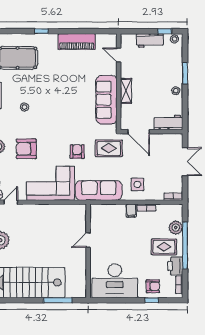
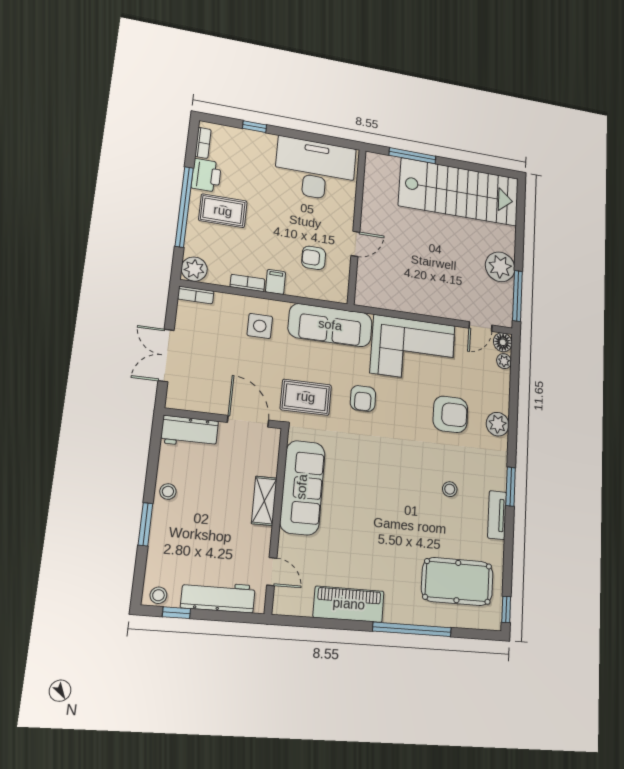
window: (41, 31) -> (412, 629), width x3.17
workbench: (150, 40) -> (218, 597), width x1.37
plant: (176, 228) -> (194, 269), moved
armchair: (153, 286) -> (314, 258), moved

